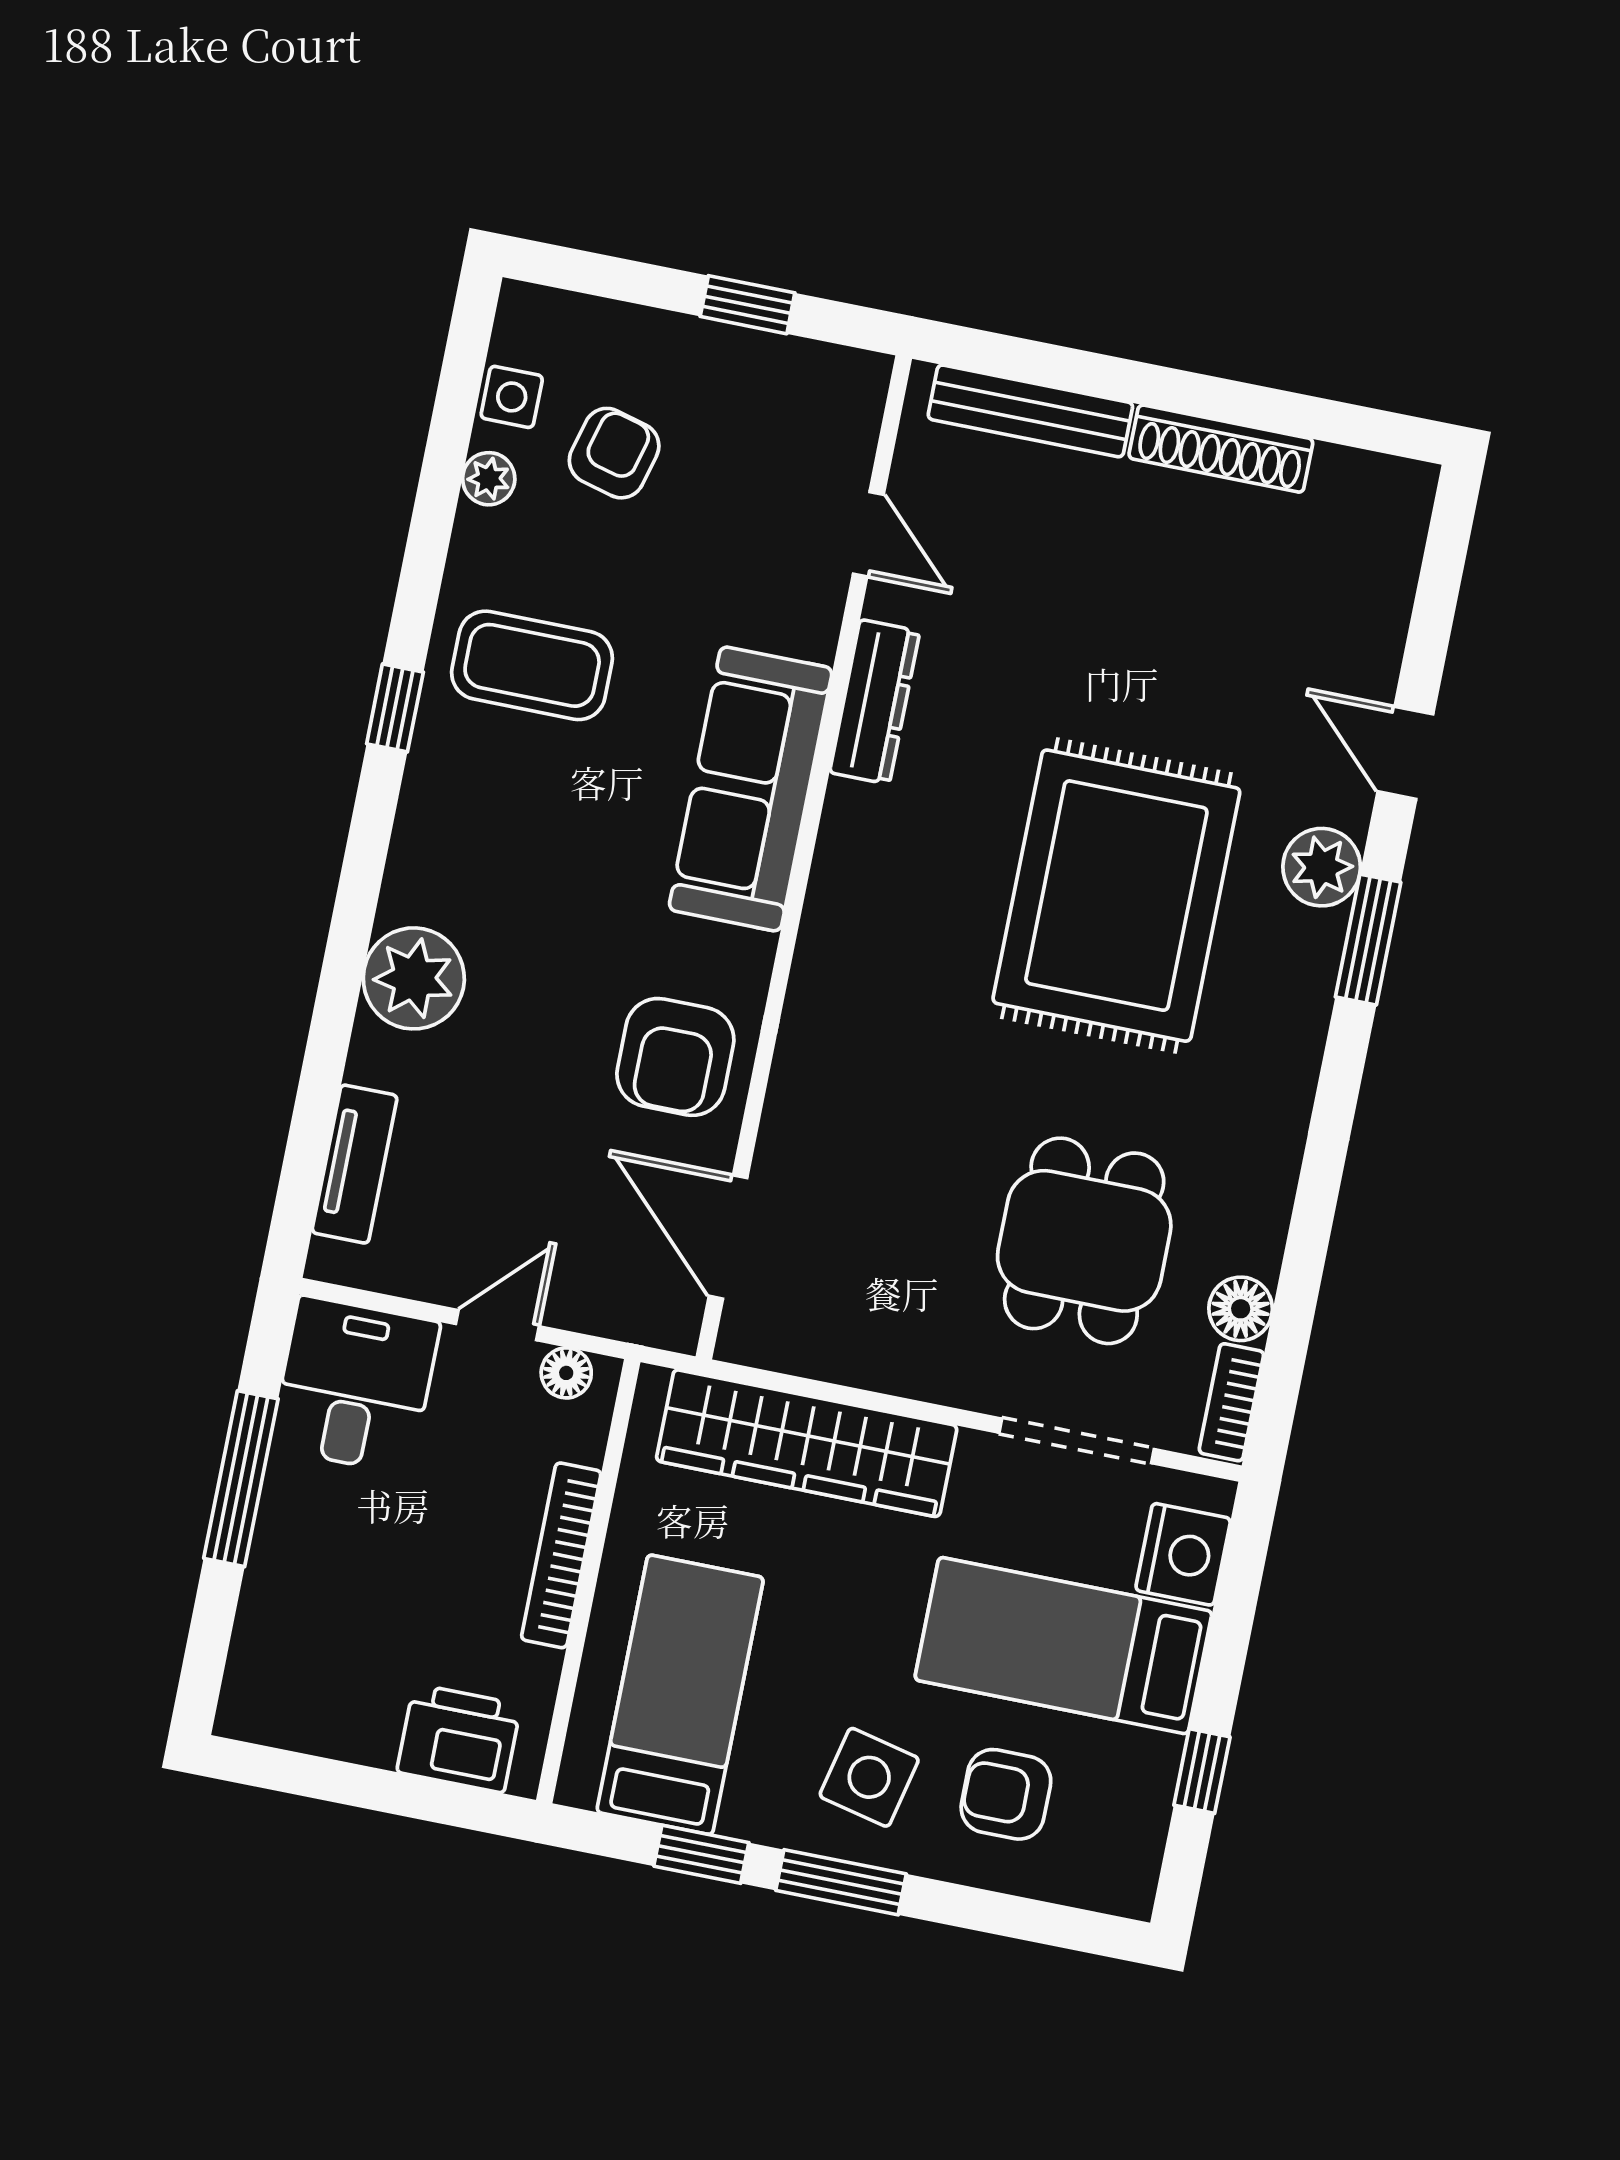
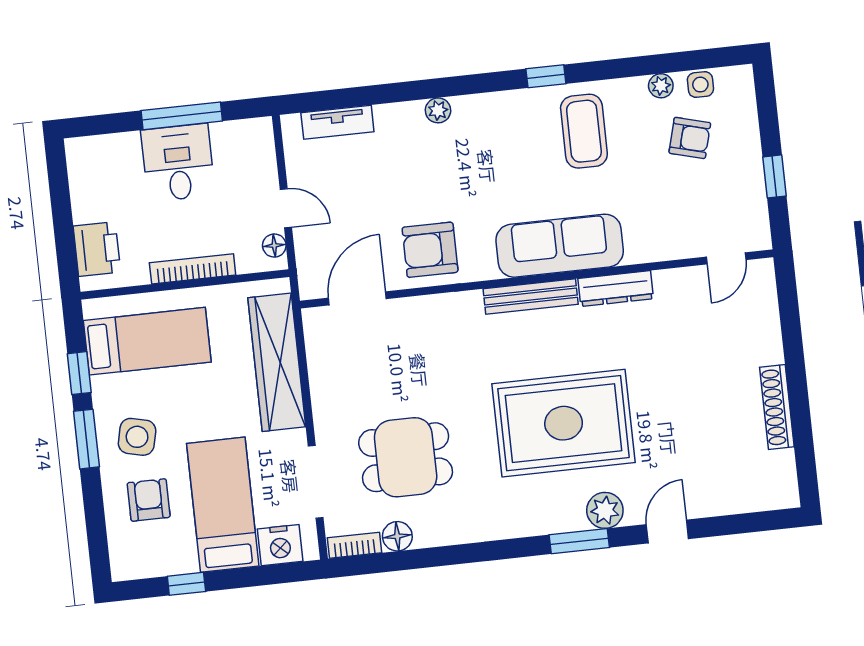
bench: (1030, 411) -> (531, 297), moved, turned 90
door: (868, 534) -> (726, 258), moved
plant: (414, 978) -> (438, 110), width x0.53, depth x0.53
desk: (355, 1385) -> (178, 163), moved, turned -90

